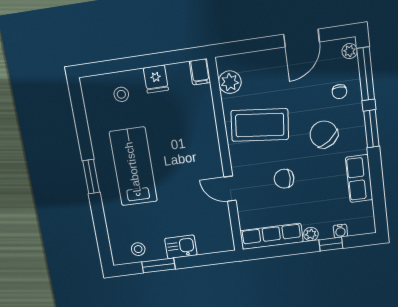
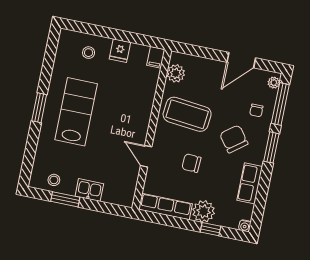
water cooler: (340, 231) -> (245, 226), moved
plant: (311, 234) -> (204, 211), width x1.87, depth x1.87

